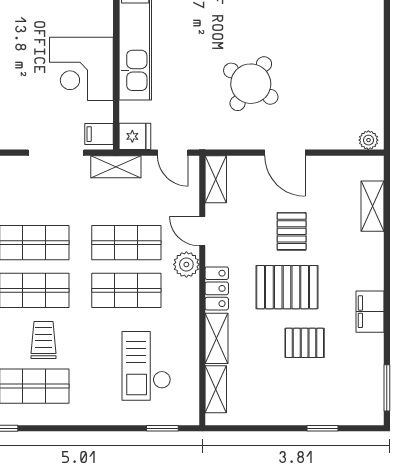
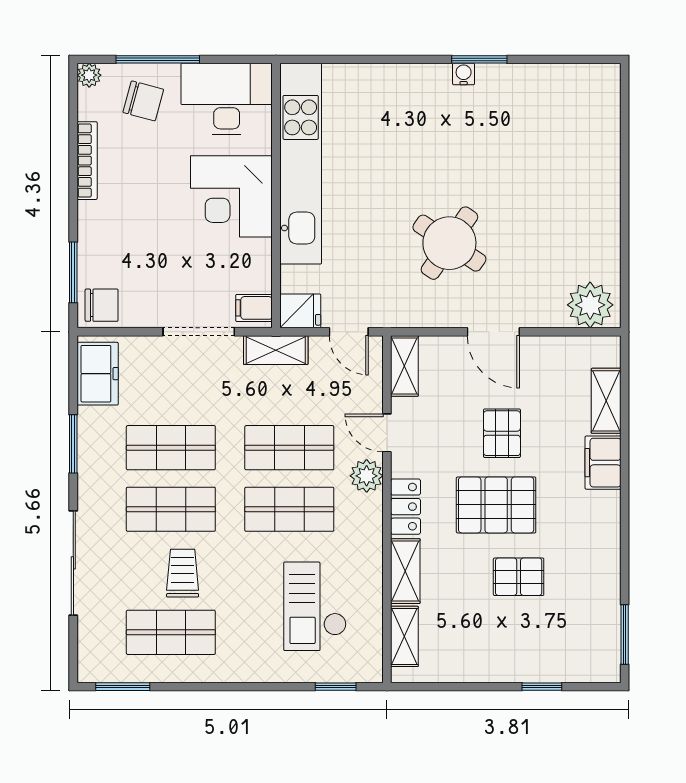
corner desk: (81, 69) -> (231, 196), moved
plant: (368, 140) -> (590, 305), width x1.88, depth x1.88
filing cabinet: (370, 312) -> (603, 463), moved

